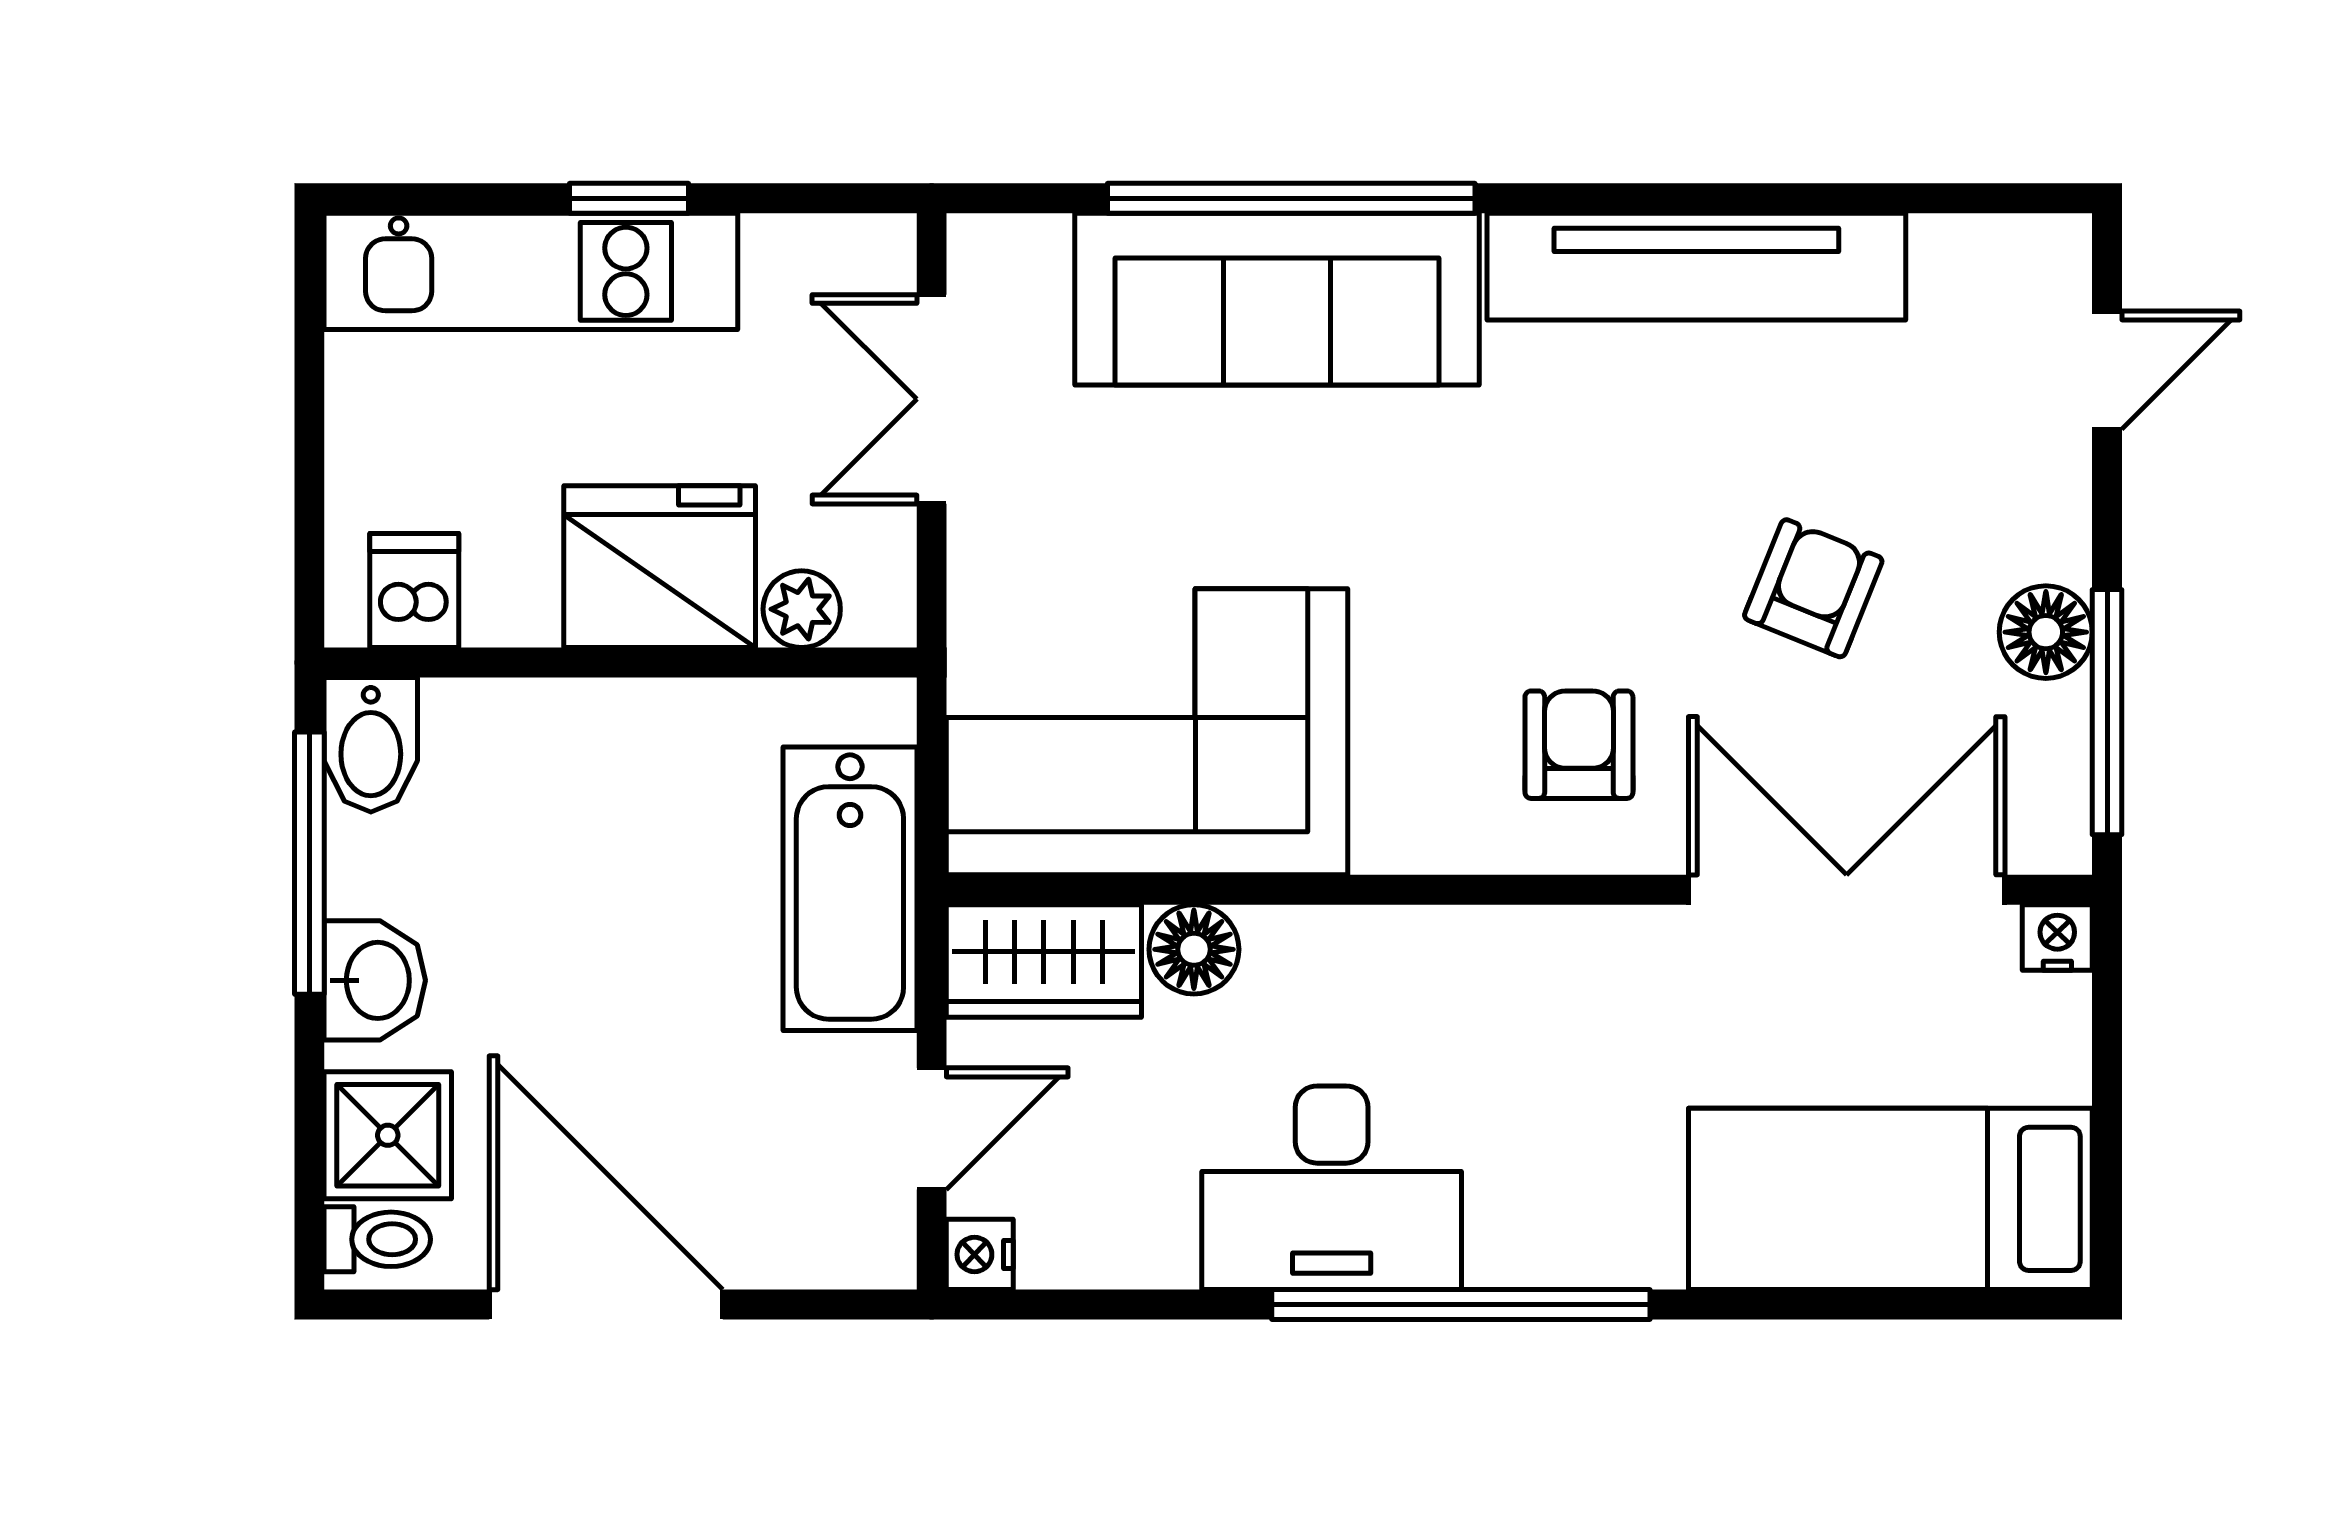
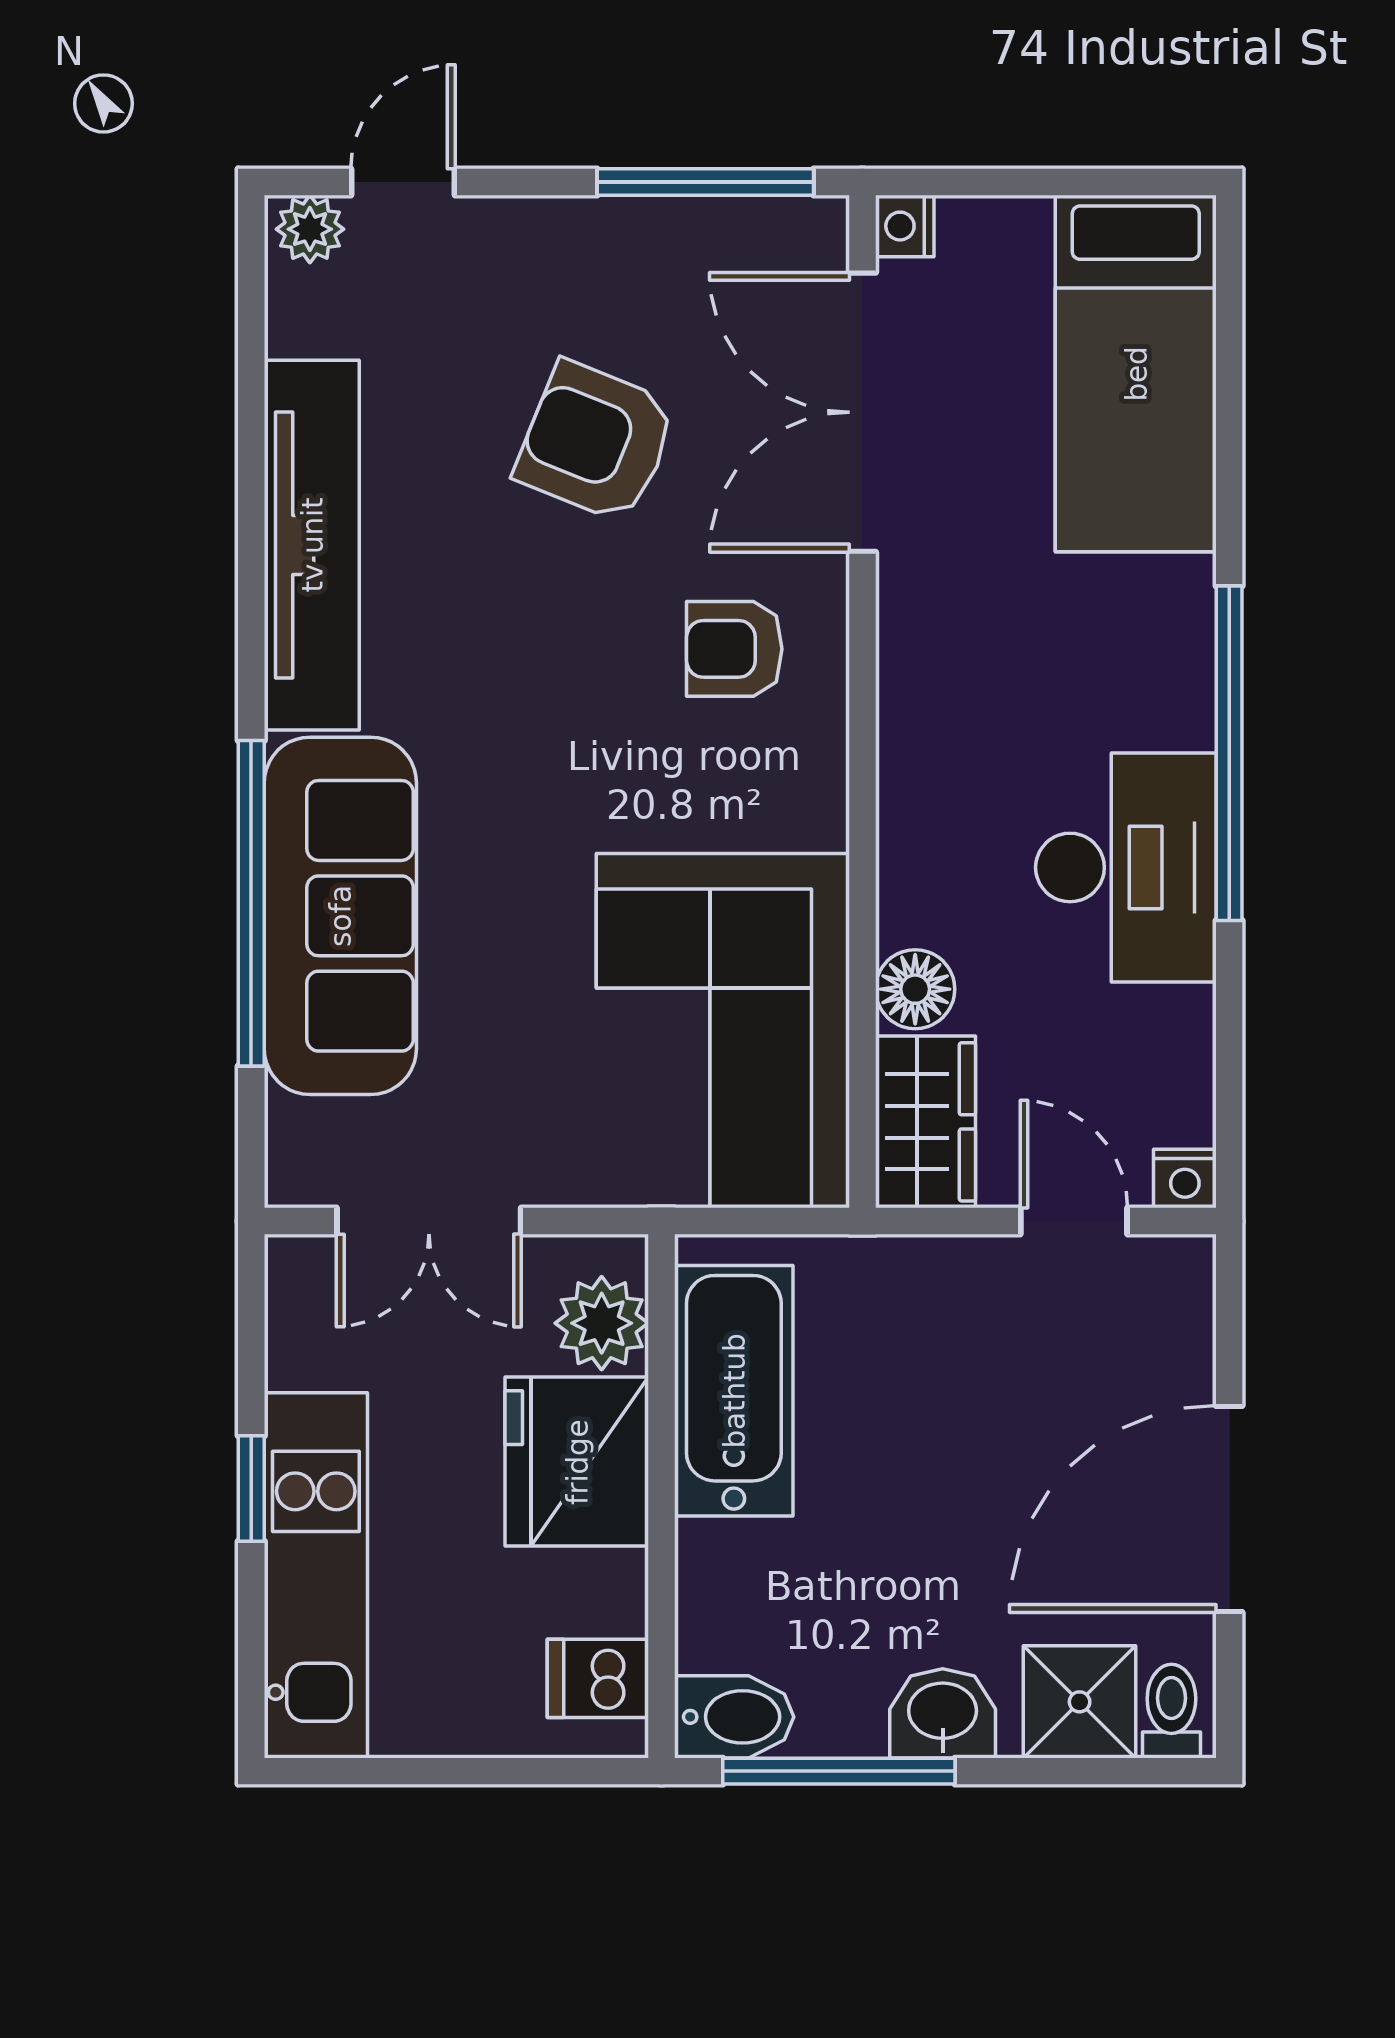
plant: (2054, 265) -> (310, 229), added
door: (2107, 370) -> (403, 182), hinge flipped
armchair: (1813, 588) -> (596, 442), width x1.38, depth x1.38
plant: (802, 609) -> (602, 1323), width x1.38, depth x1.38
floor lamp: (2046, 632) -> (635, 236), removed
bathtub: (850, 889) -> (734, 1391), moved, turned -90

